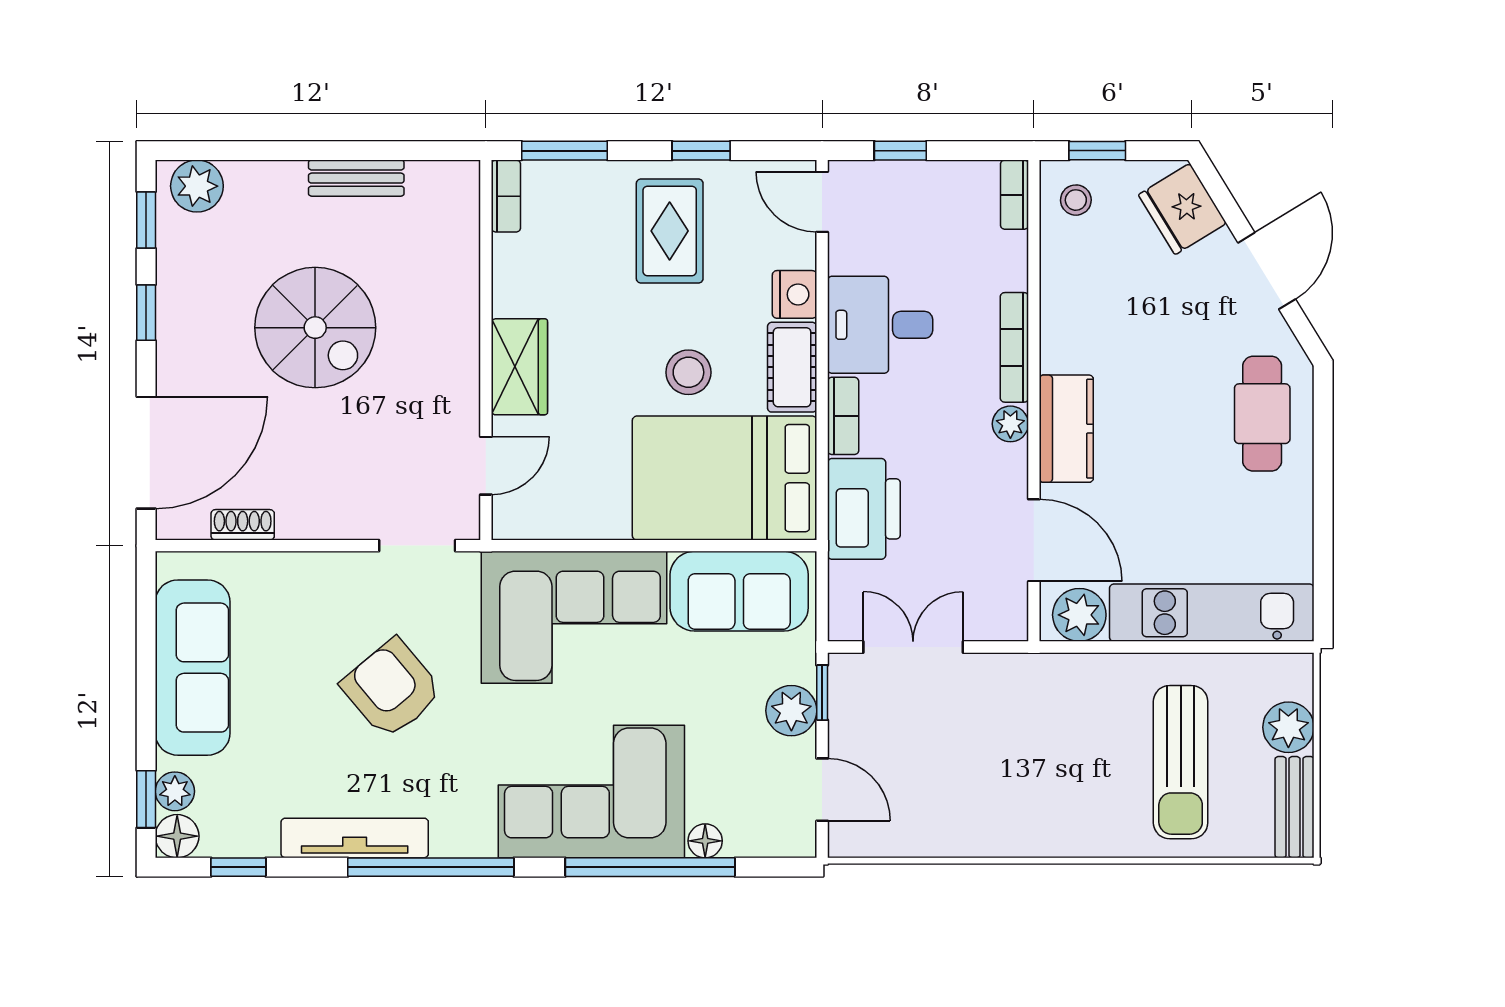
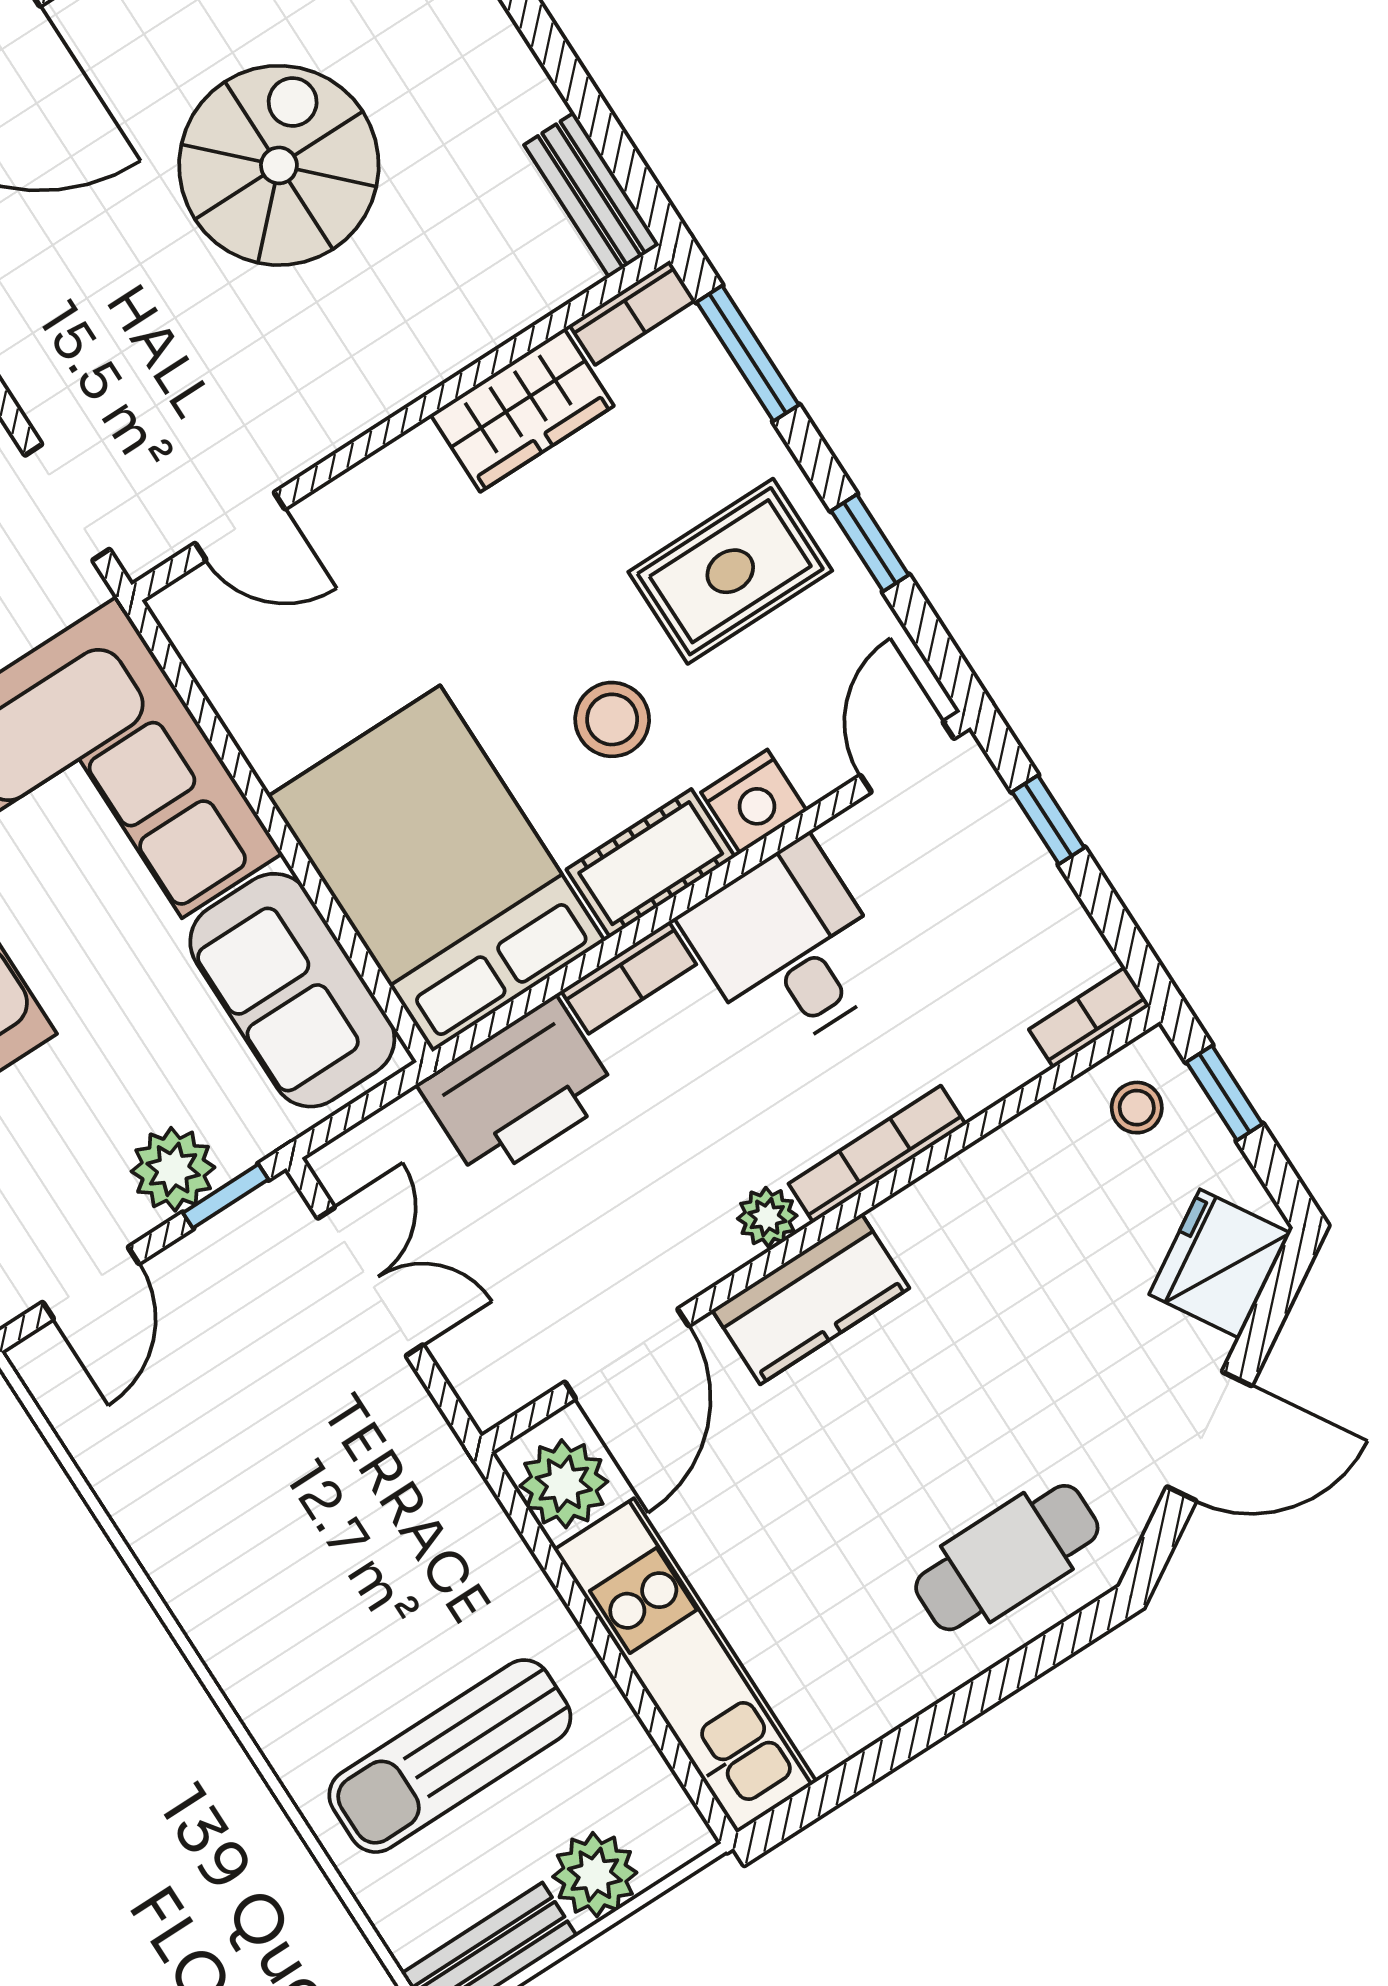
bench: (356, 178) -> (592, 195), moved
spiral stairs: (315, 328) -> (279, 165), turned 180
wardrobe: (519, 367) -> (522, 410), moved
stool: (688, 372) -> (612, 719), moved

